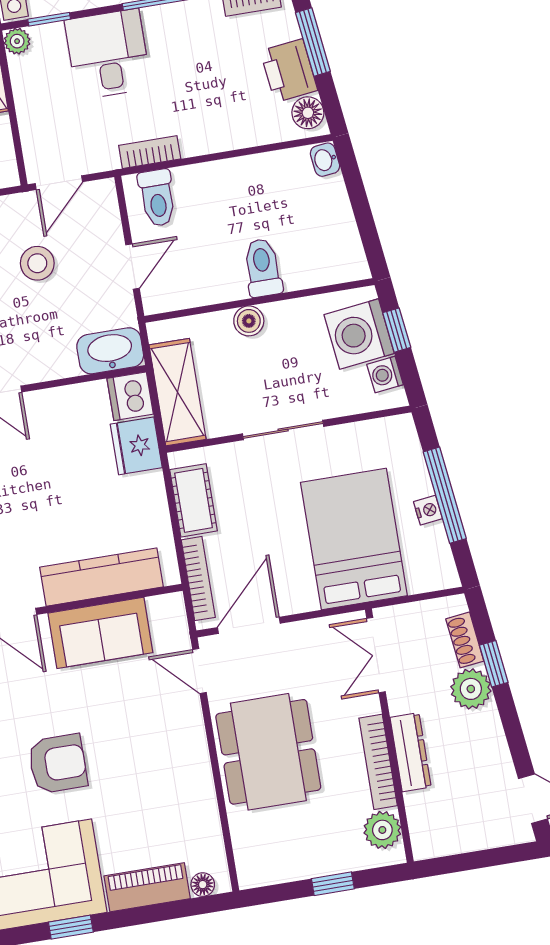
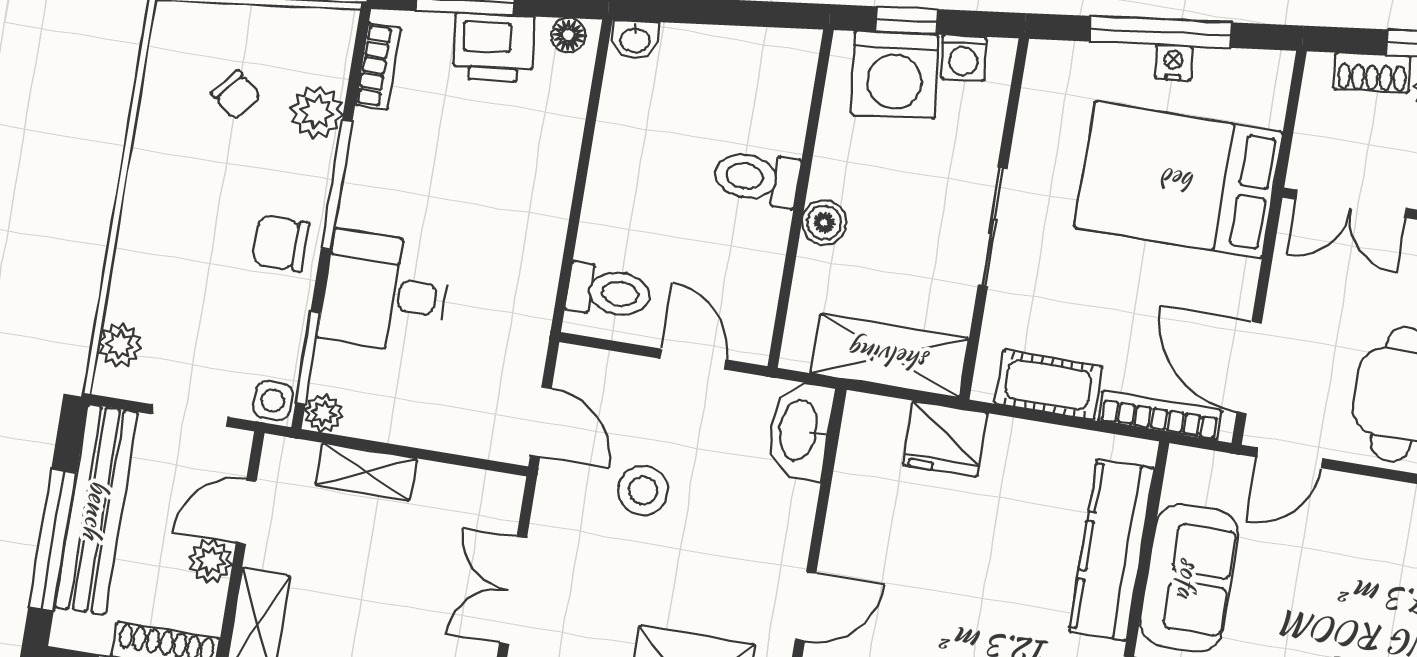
window: (49, 19) -> (308, 358), width x1.50
floor lamp: (308, 113) -> (568, 35), width x0.73, depth x0.73
bookcase: (150, 152) -> (541, 281), removed
dishwasher: (130, 396) -> (873, 424), removed

